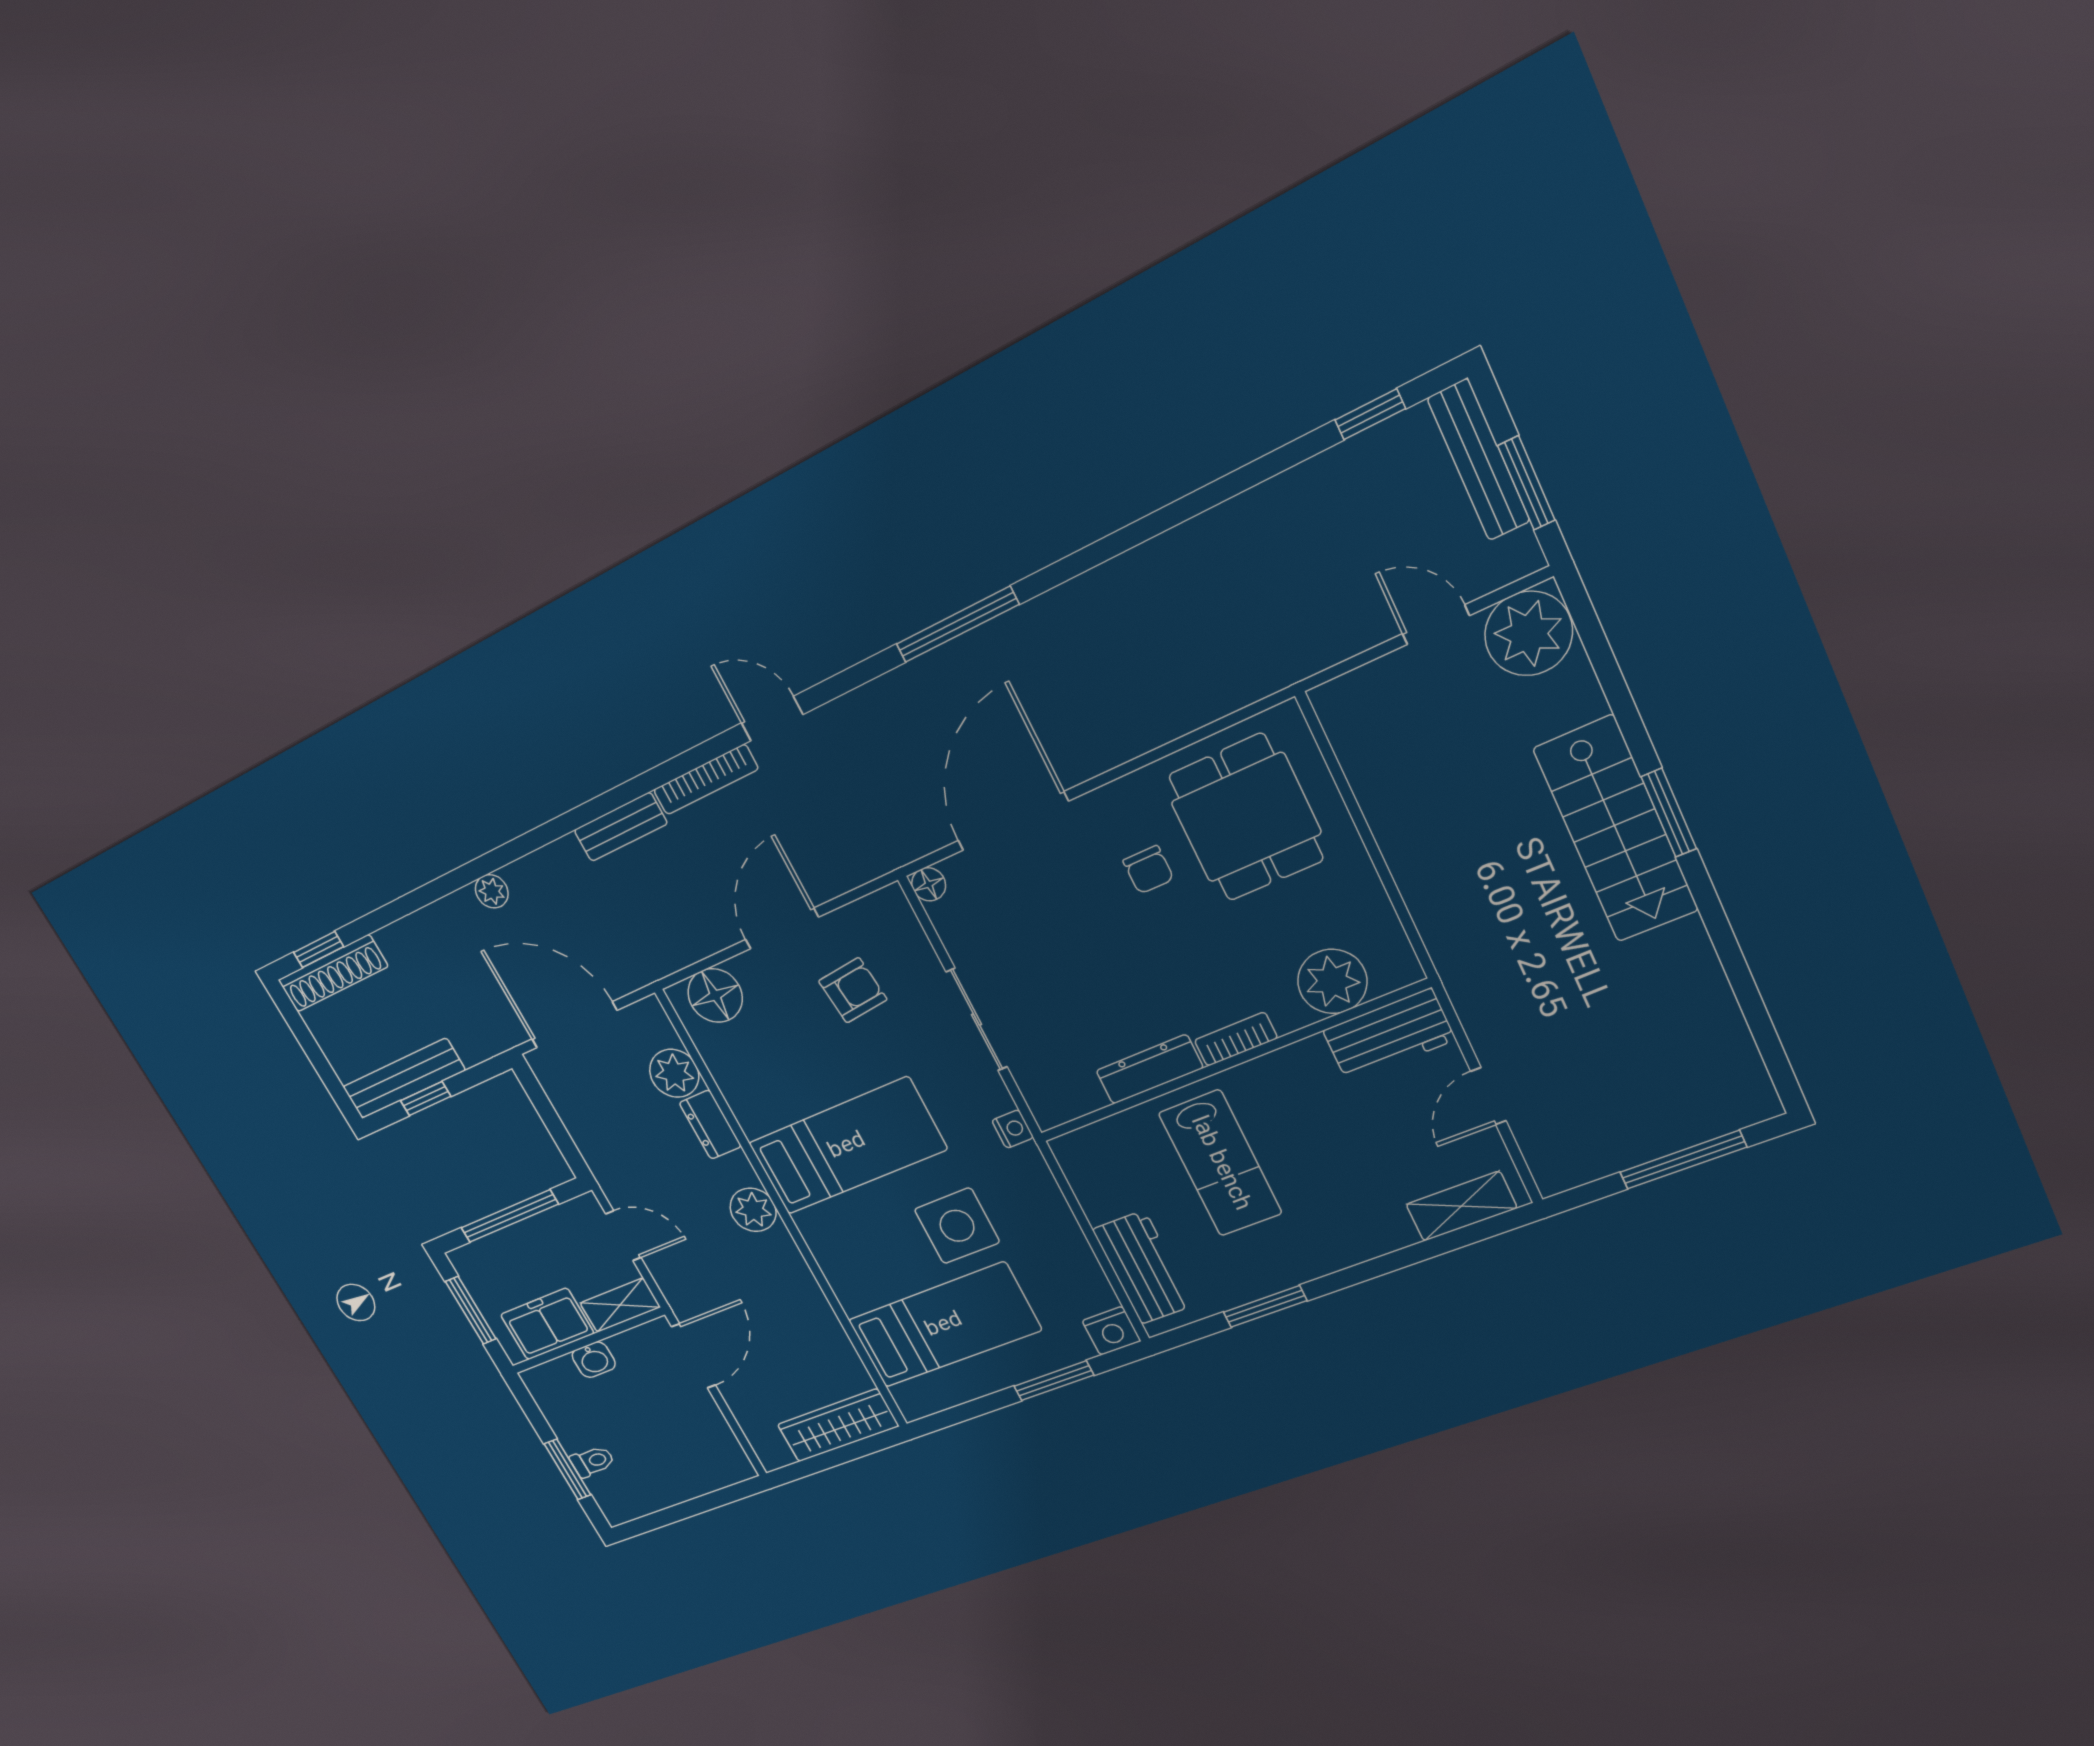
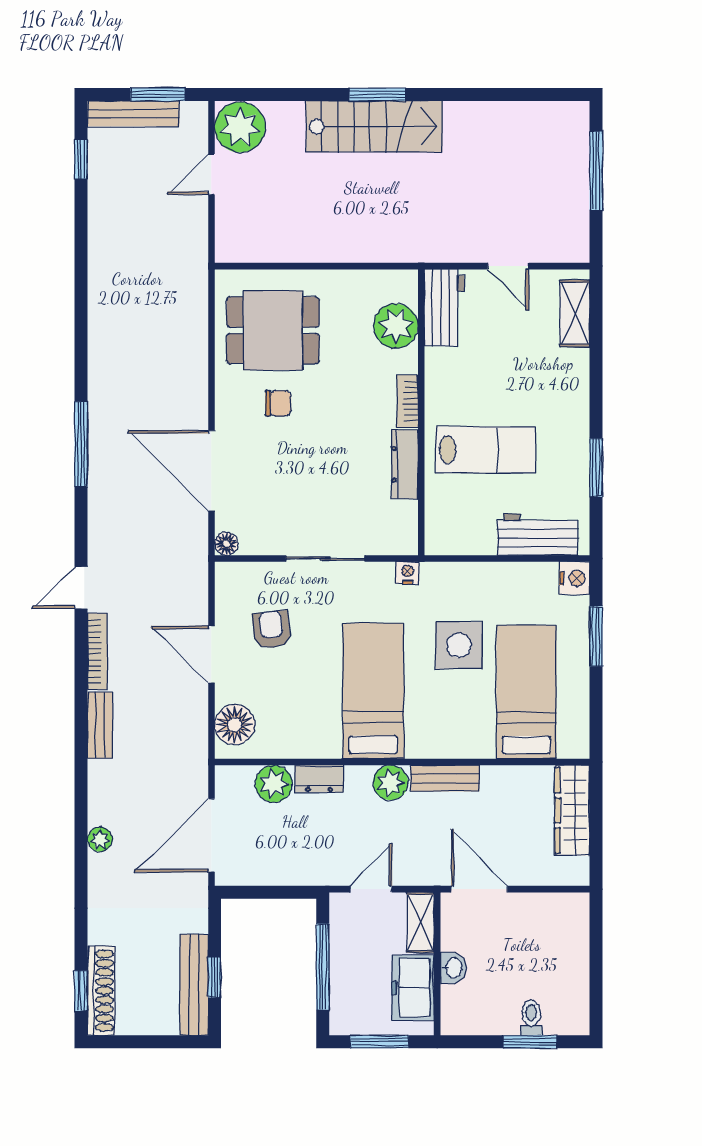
bench: (793, 1270) -> (445, 778), added

